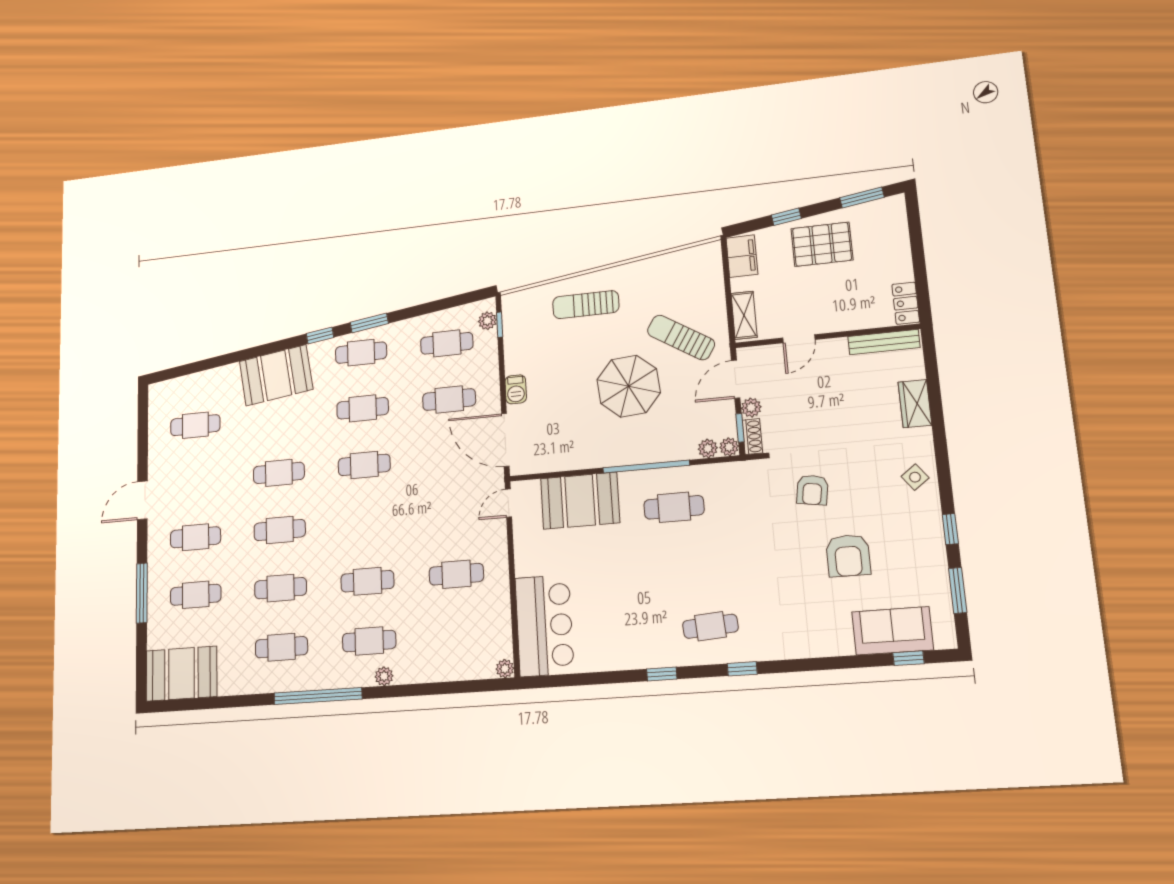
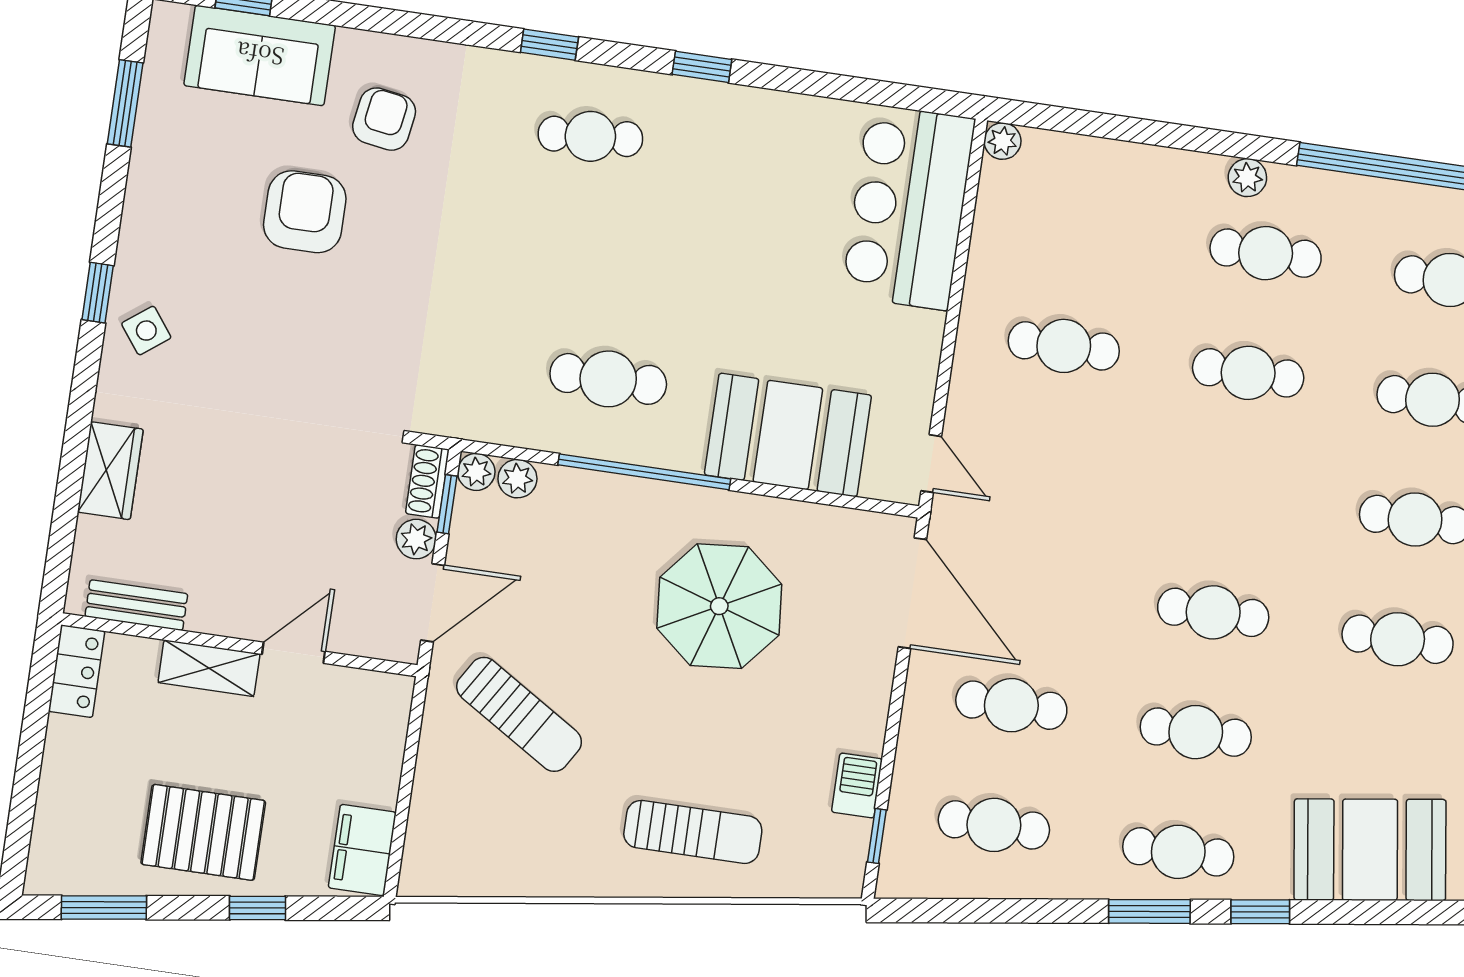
shelving: (744, 315) -> (209, 668), moved, turned 90
plant: (487, 321) -> (900, 851), removed
bench: (884, 342) -> (136, 605), width x0.73
parasol: (629, 386) -> (719, 606), moved
barbecue: (516, 389) -> (857, 786), moved
armchair: (812, 490) -> (384, 119), moved
door: (508, 503) -> (931, 464), hinge flipped
window: (950, 529) -> (98, 293), moved

